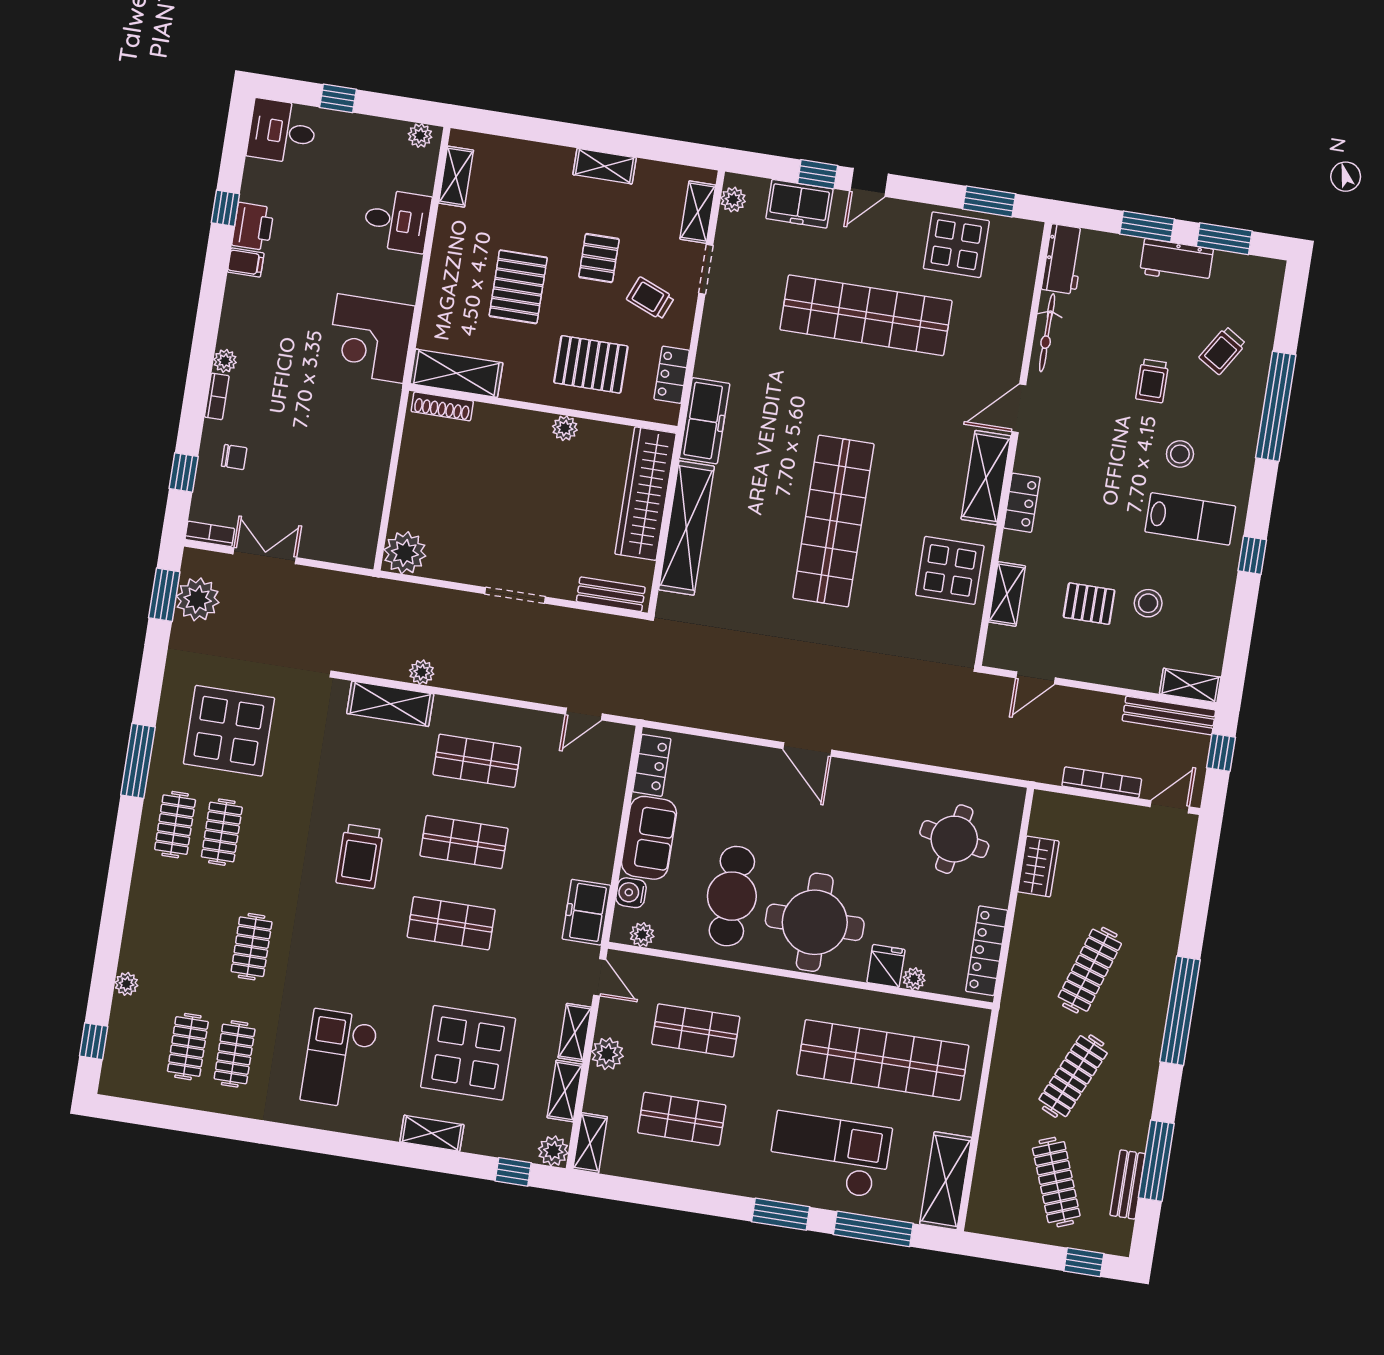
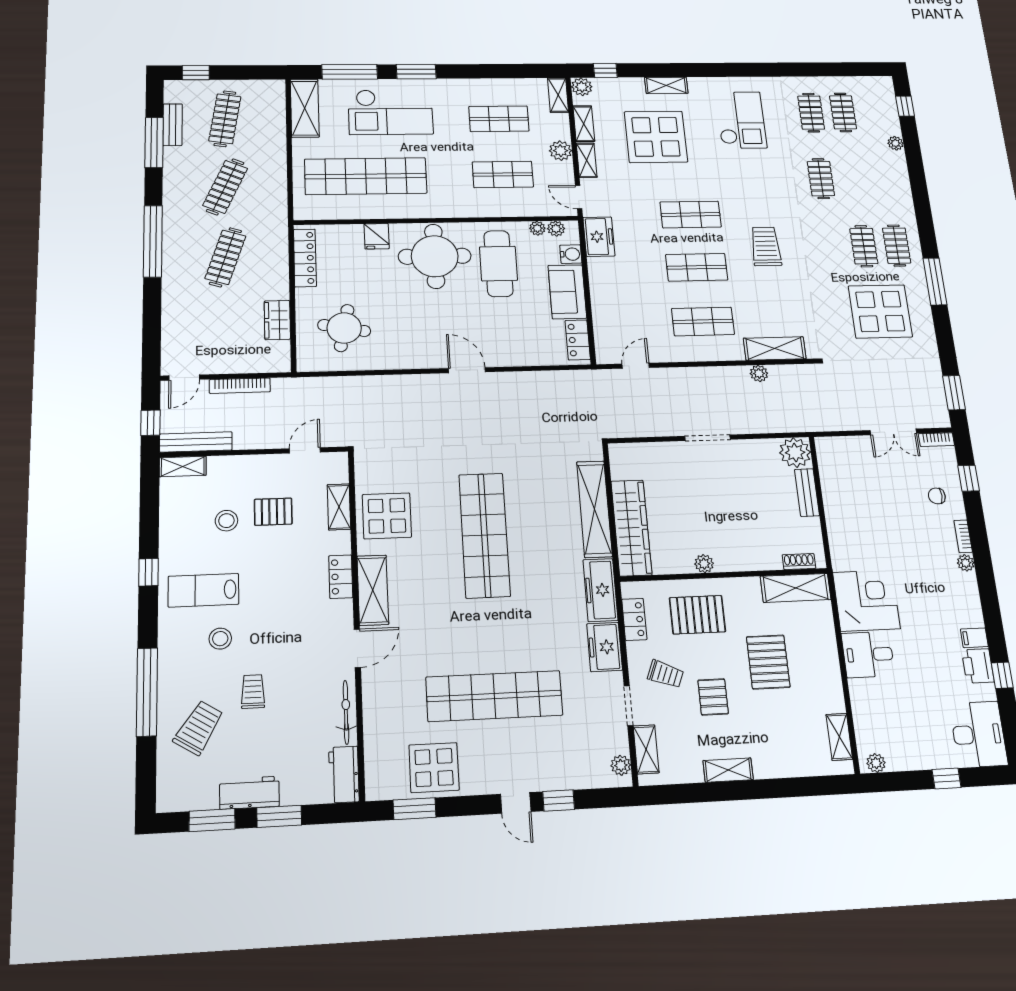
desk: (282, 132) -> (978, 734), width x1.37
door: (869, 182) -> (516, 803), swing flipped
freezer: (799, 204) -> (605, 647), moved, turned -90
desk: (397, 221) -> (868, 655), moved
trolley: (1222, 351) -> (199, 728), width x1.36, depth x1.39
shoe rack: (442, 406) -> (799, 562), width x0.70
bench: (611, 594) -> (807, 492), moved, turned 90
plant: (198, 599) -> (930, 394), removed
plant: (914, 979) -> (537, 228), moved
clothes rail: (1056, 1182) -> (225, 119), turned 30

